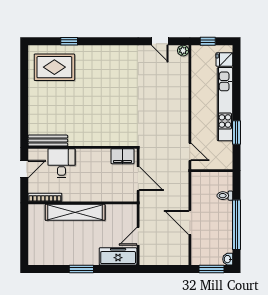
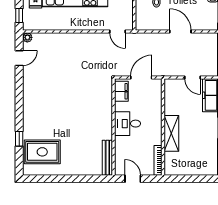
rug: (54, 67) -> (42, 152), turned 90
door: (190, 152) -> (117, 31), swing flipped
desk: (61, 163) -> (128, 124), moved
shelving: (75, 212) -> (171, 133), width x0.68
door: (190, 223) -> (180, 31), swing flipped

